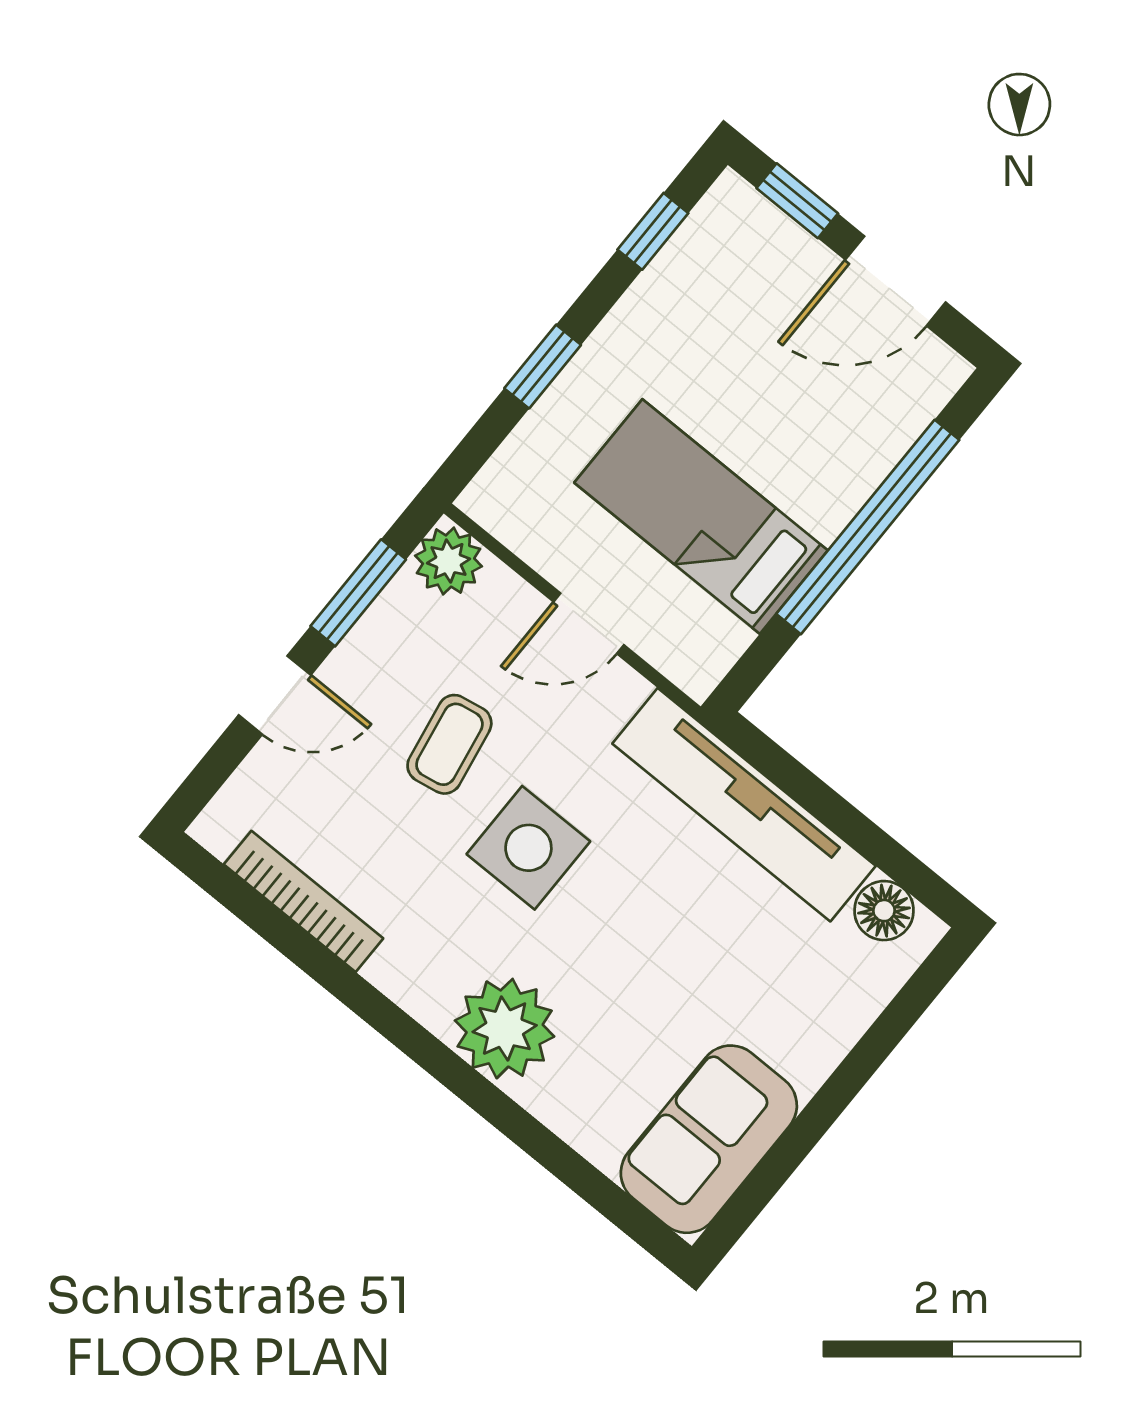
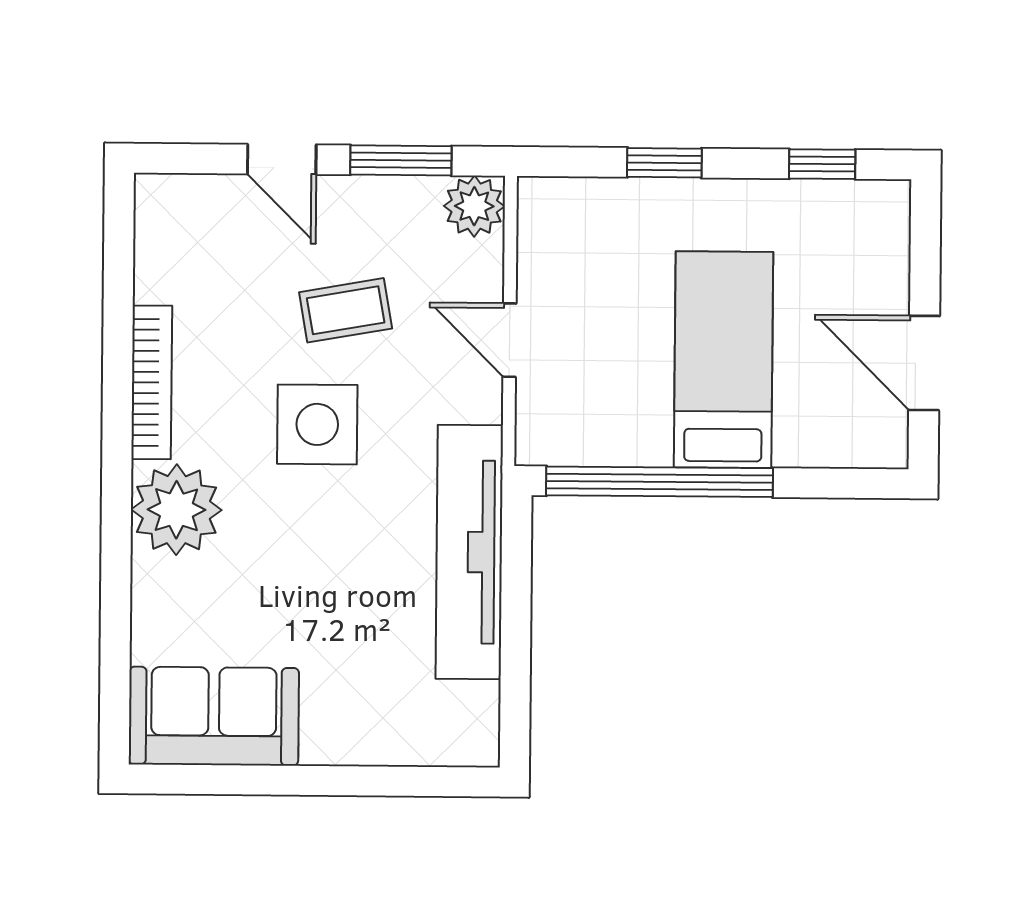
window: (797, 201) -> (925, 249), removed
bed: (701, 517) -> (724, 360), moved
window: (868, 527) -> (660, 482), moved
bookcase: (304, 901) -> (152, 382), moved
floor lamp: (884, 911) -> (474, 710), removed

